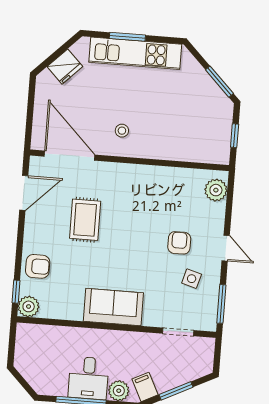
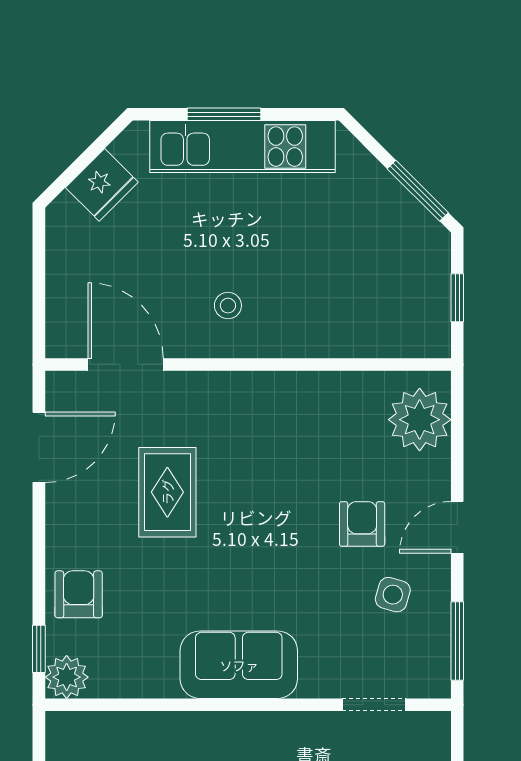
door: (70, 156) -> (126, 364), width x0.73
plant: (216, 190) -> (420, 420), width x1.36, depth x1.36
door: (226, 248) -> (457, 527), swing flipped
armchair: (38, 266) -> (79, 594), turned -90

